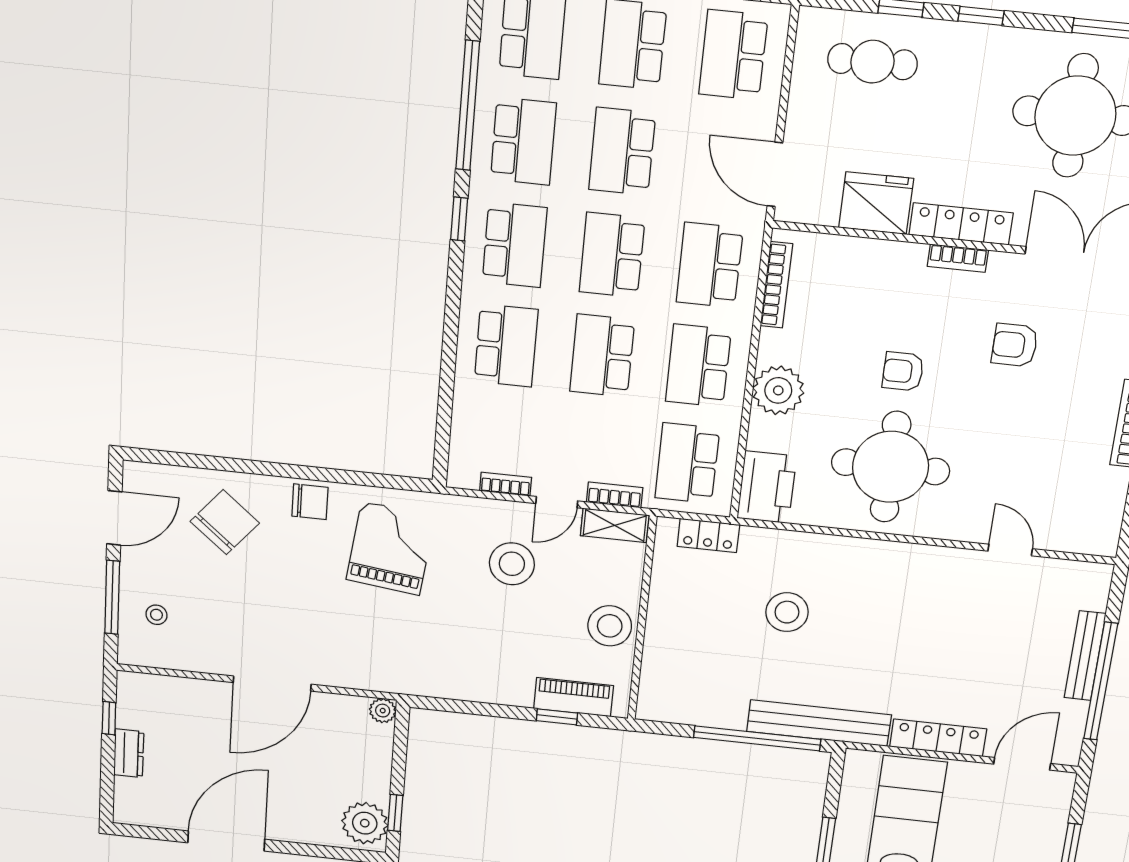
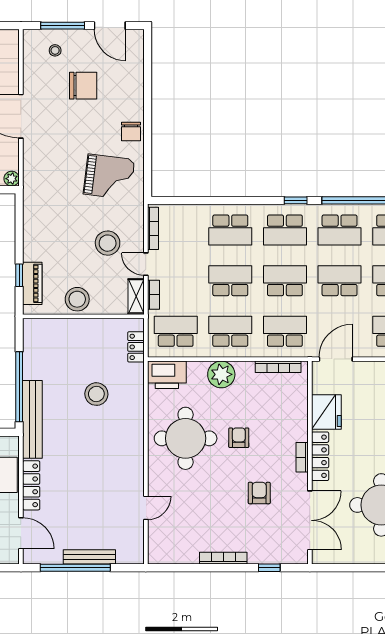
bookcase: (506, 484) -> (153, 228), width x1.56
chair: (225, 522) -> (83, 86), moved, turned -40

